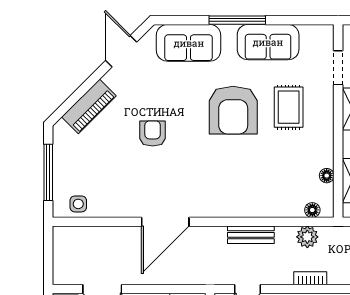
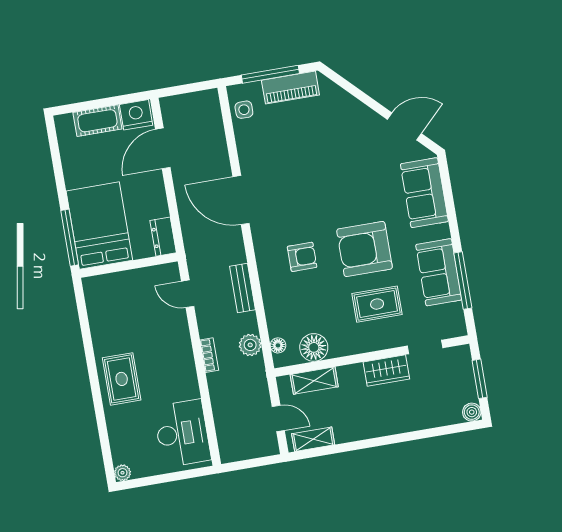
window: (237, 20) -> (463, 280), moved
piano: (89, 106) -> (290, 88), moved, turned -45
armchair: (153, 133) -> (302, 257), moved
floor lamp: (327, 176) -> (314, 347), width x1.89, depth x1.89

